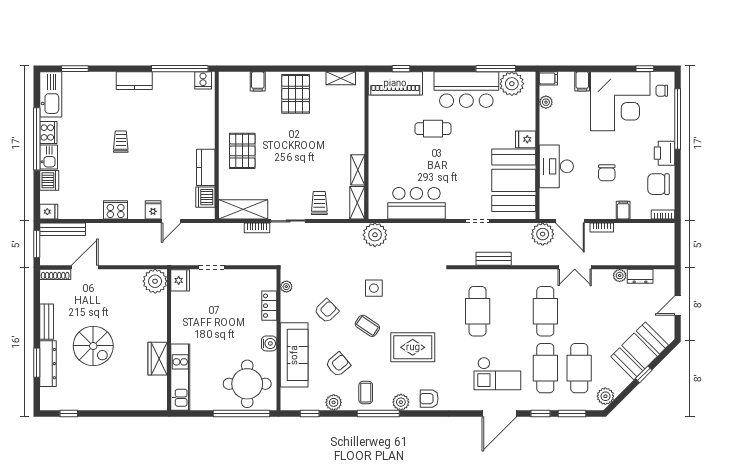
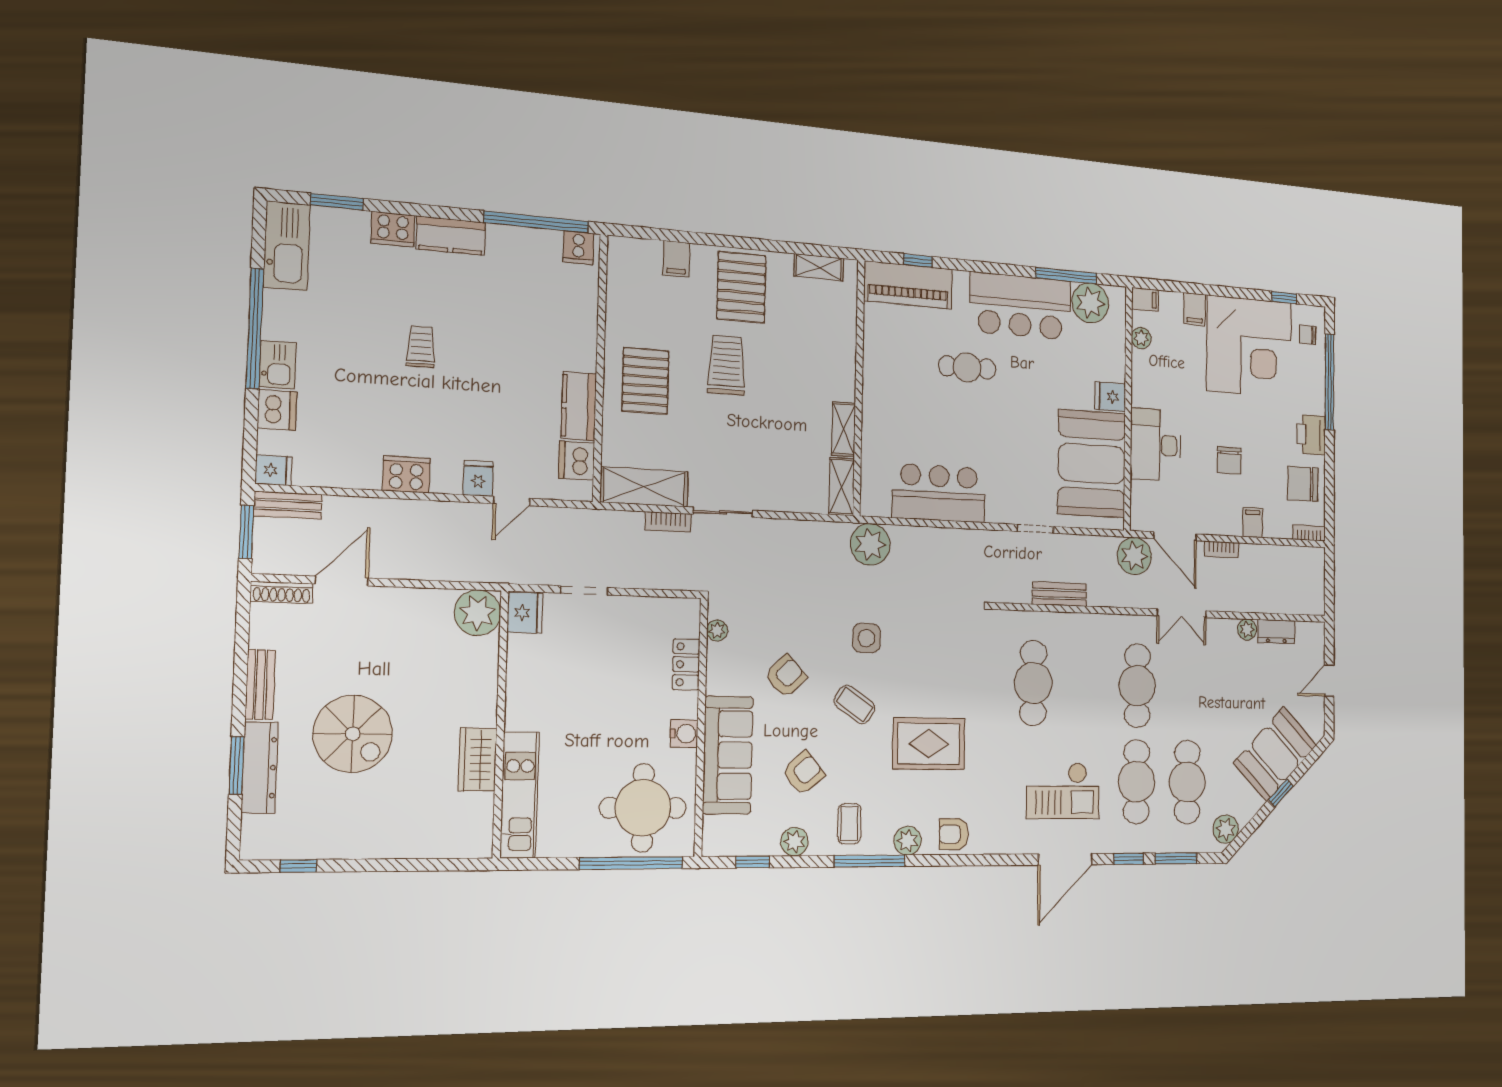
cooker: (48, 133) -> (393, 229), moved, turned 90
trolley: (319, 203) -> (727, 365), moved, width x1.36, depth x1.39
bench: (63, 229) -> (288, 505), width x0.73

